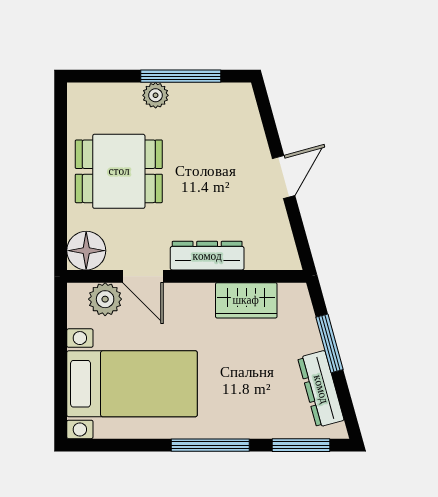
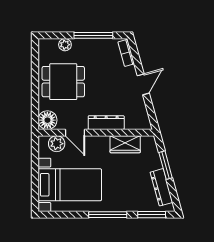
plant: (156, 95) -> (65, 45), moved
bookcase: (248, 112) -> (126, 53), added

